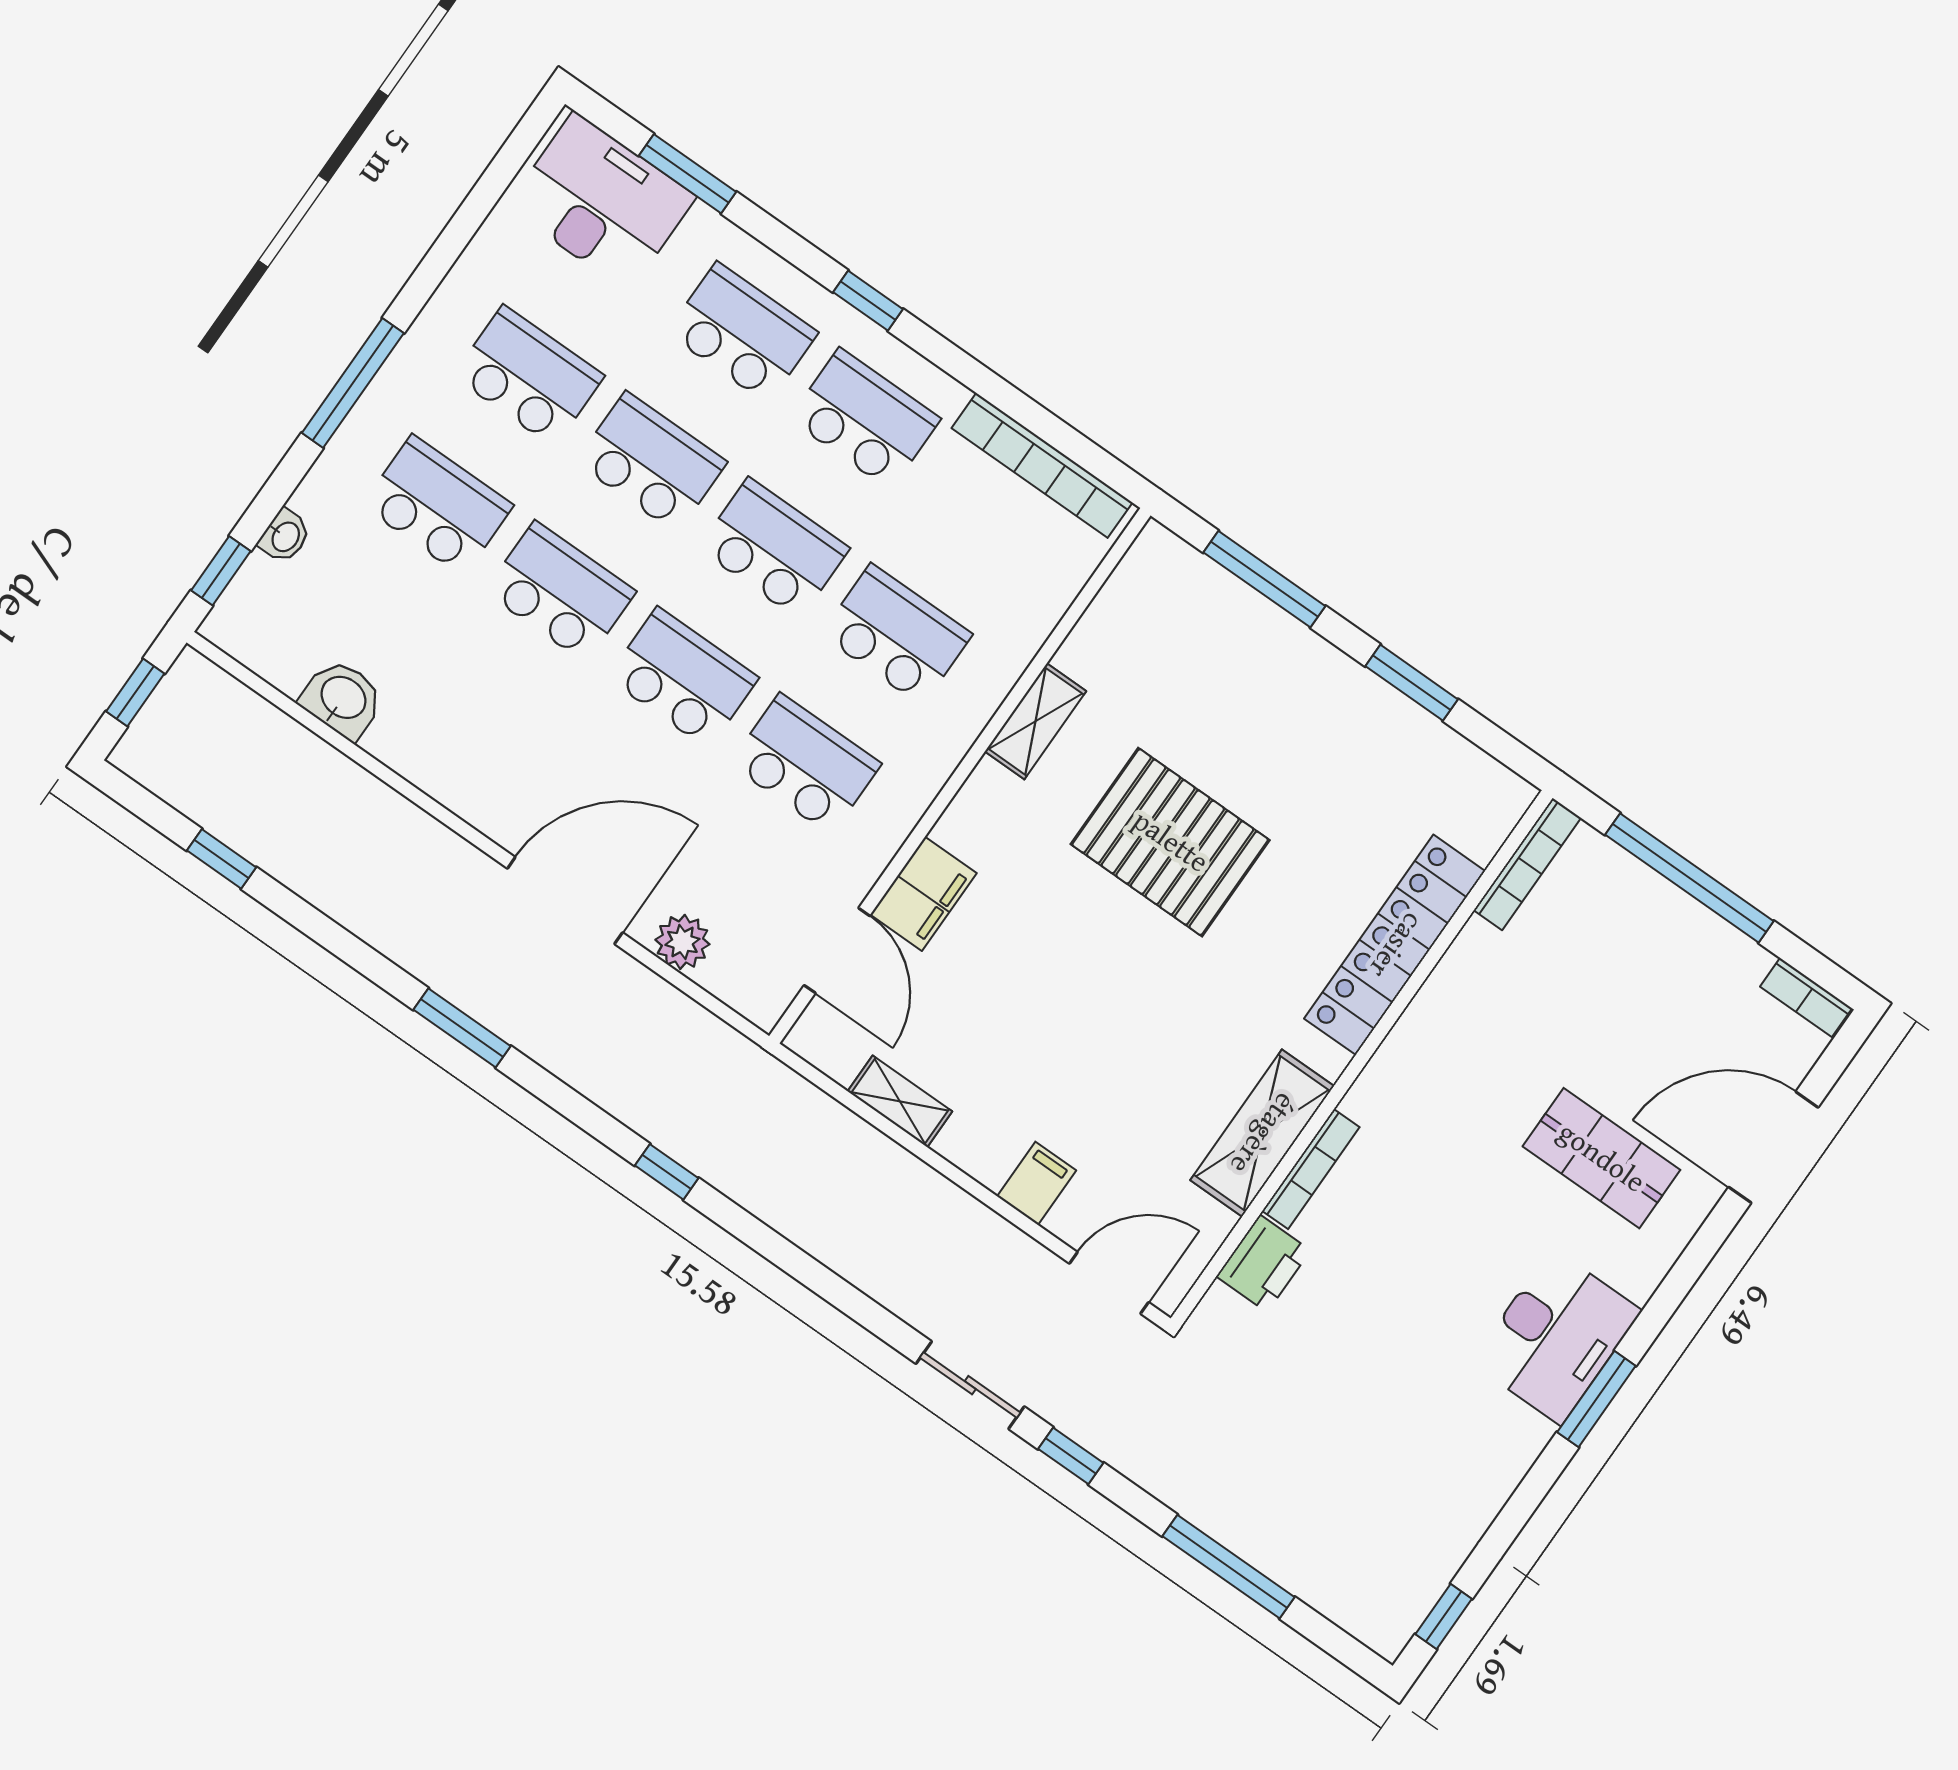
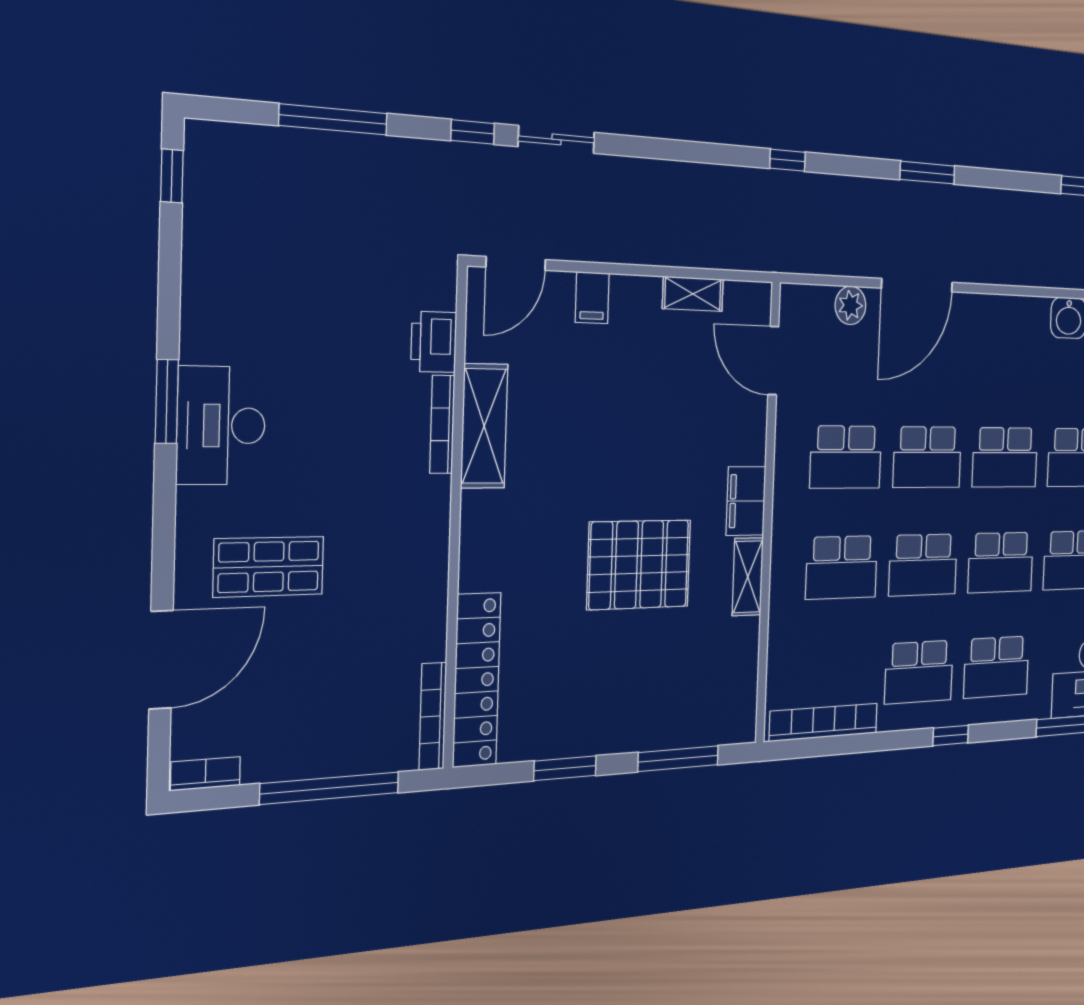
filing cabinet: (923, 894) -> (746, 501), moved
locker: (1395, 945) -> (477, 680), moved

